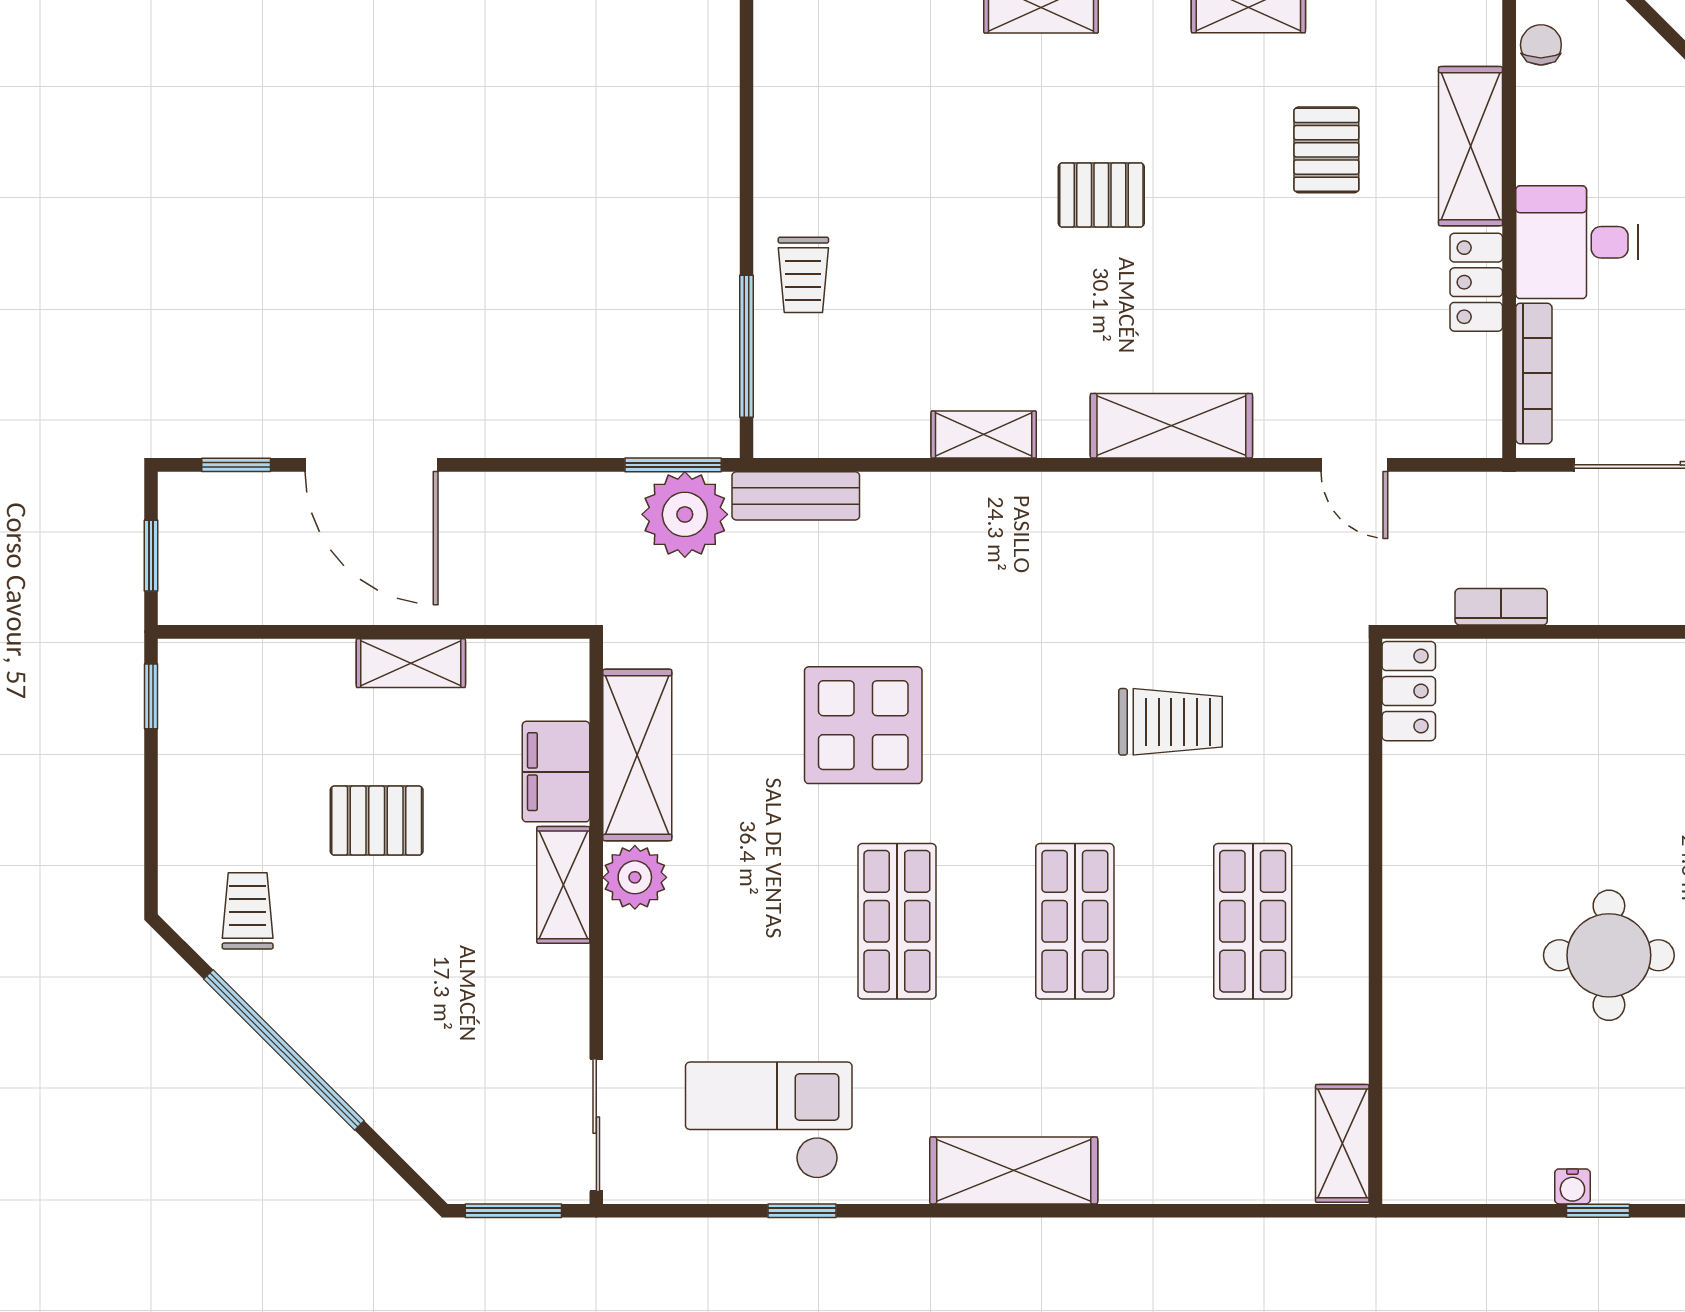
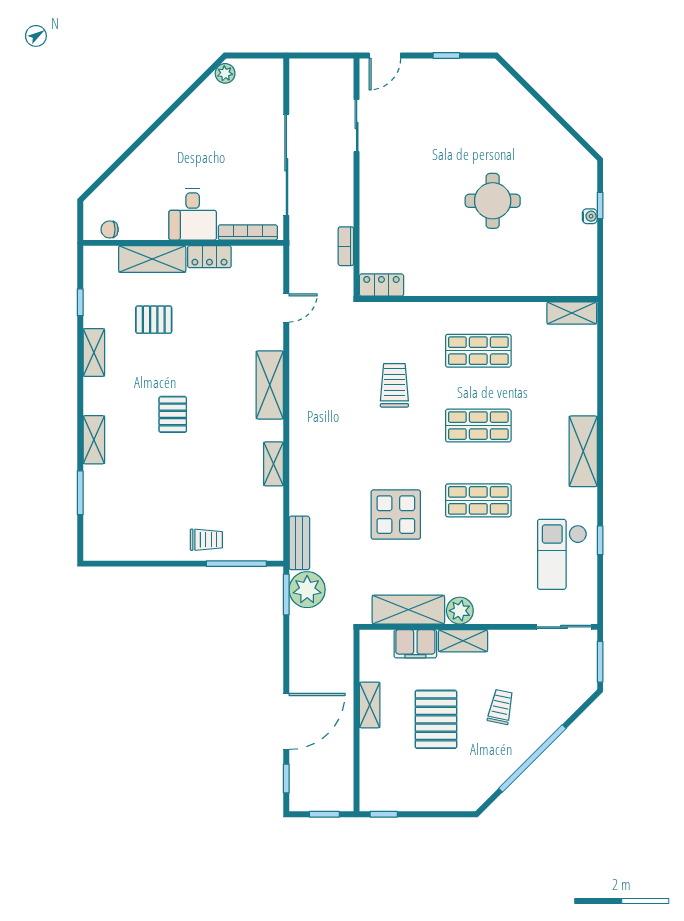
pallet: (377, 821) -> (436, 719), width x1.50, depth x1.42
trolley: (248, 911) -> (501, 707), moved, turned 102

